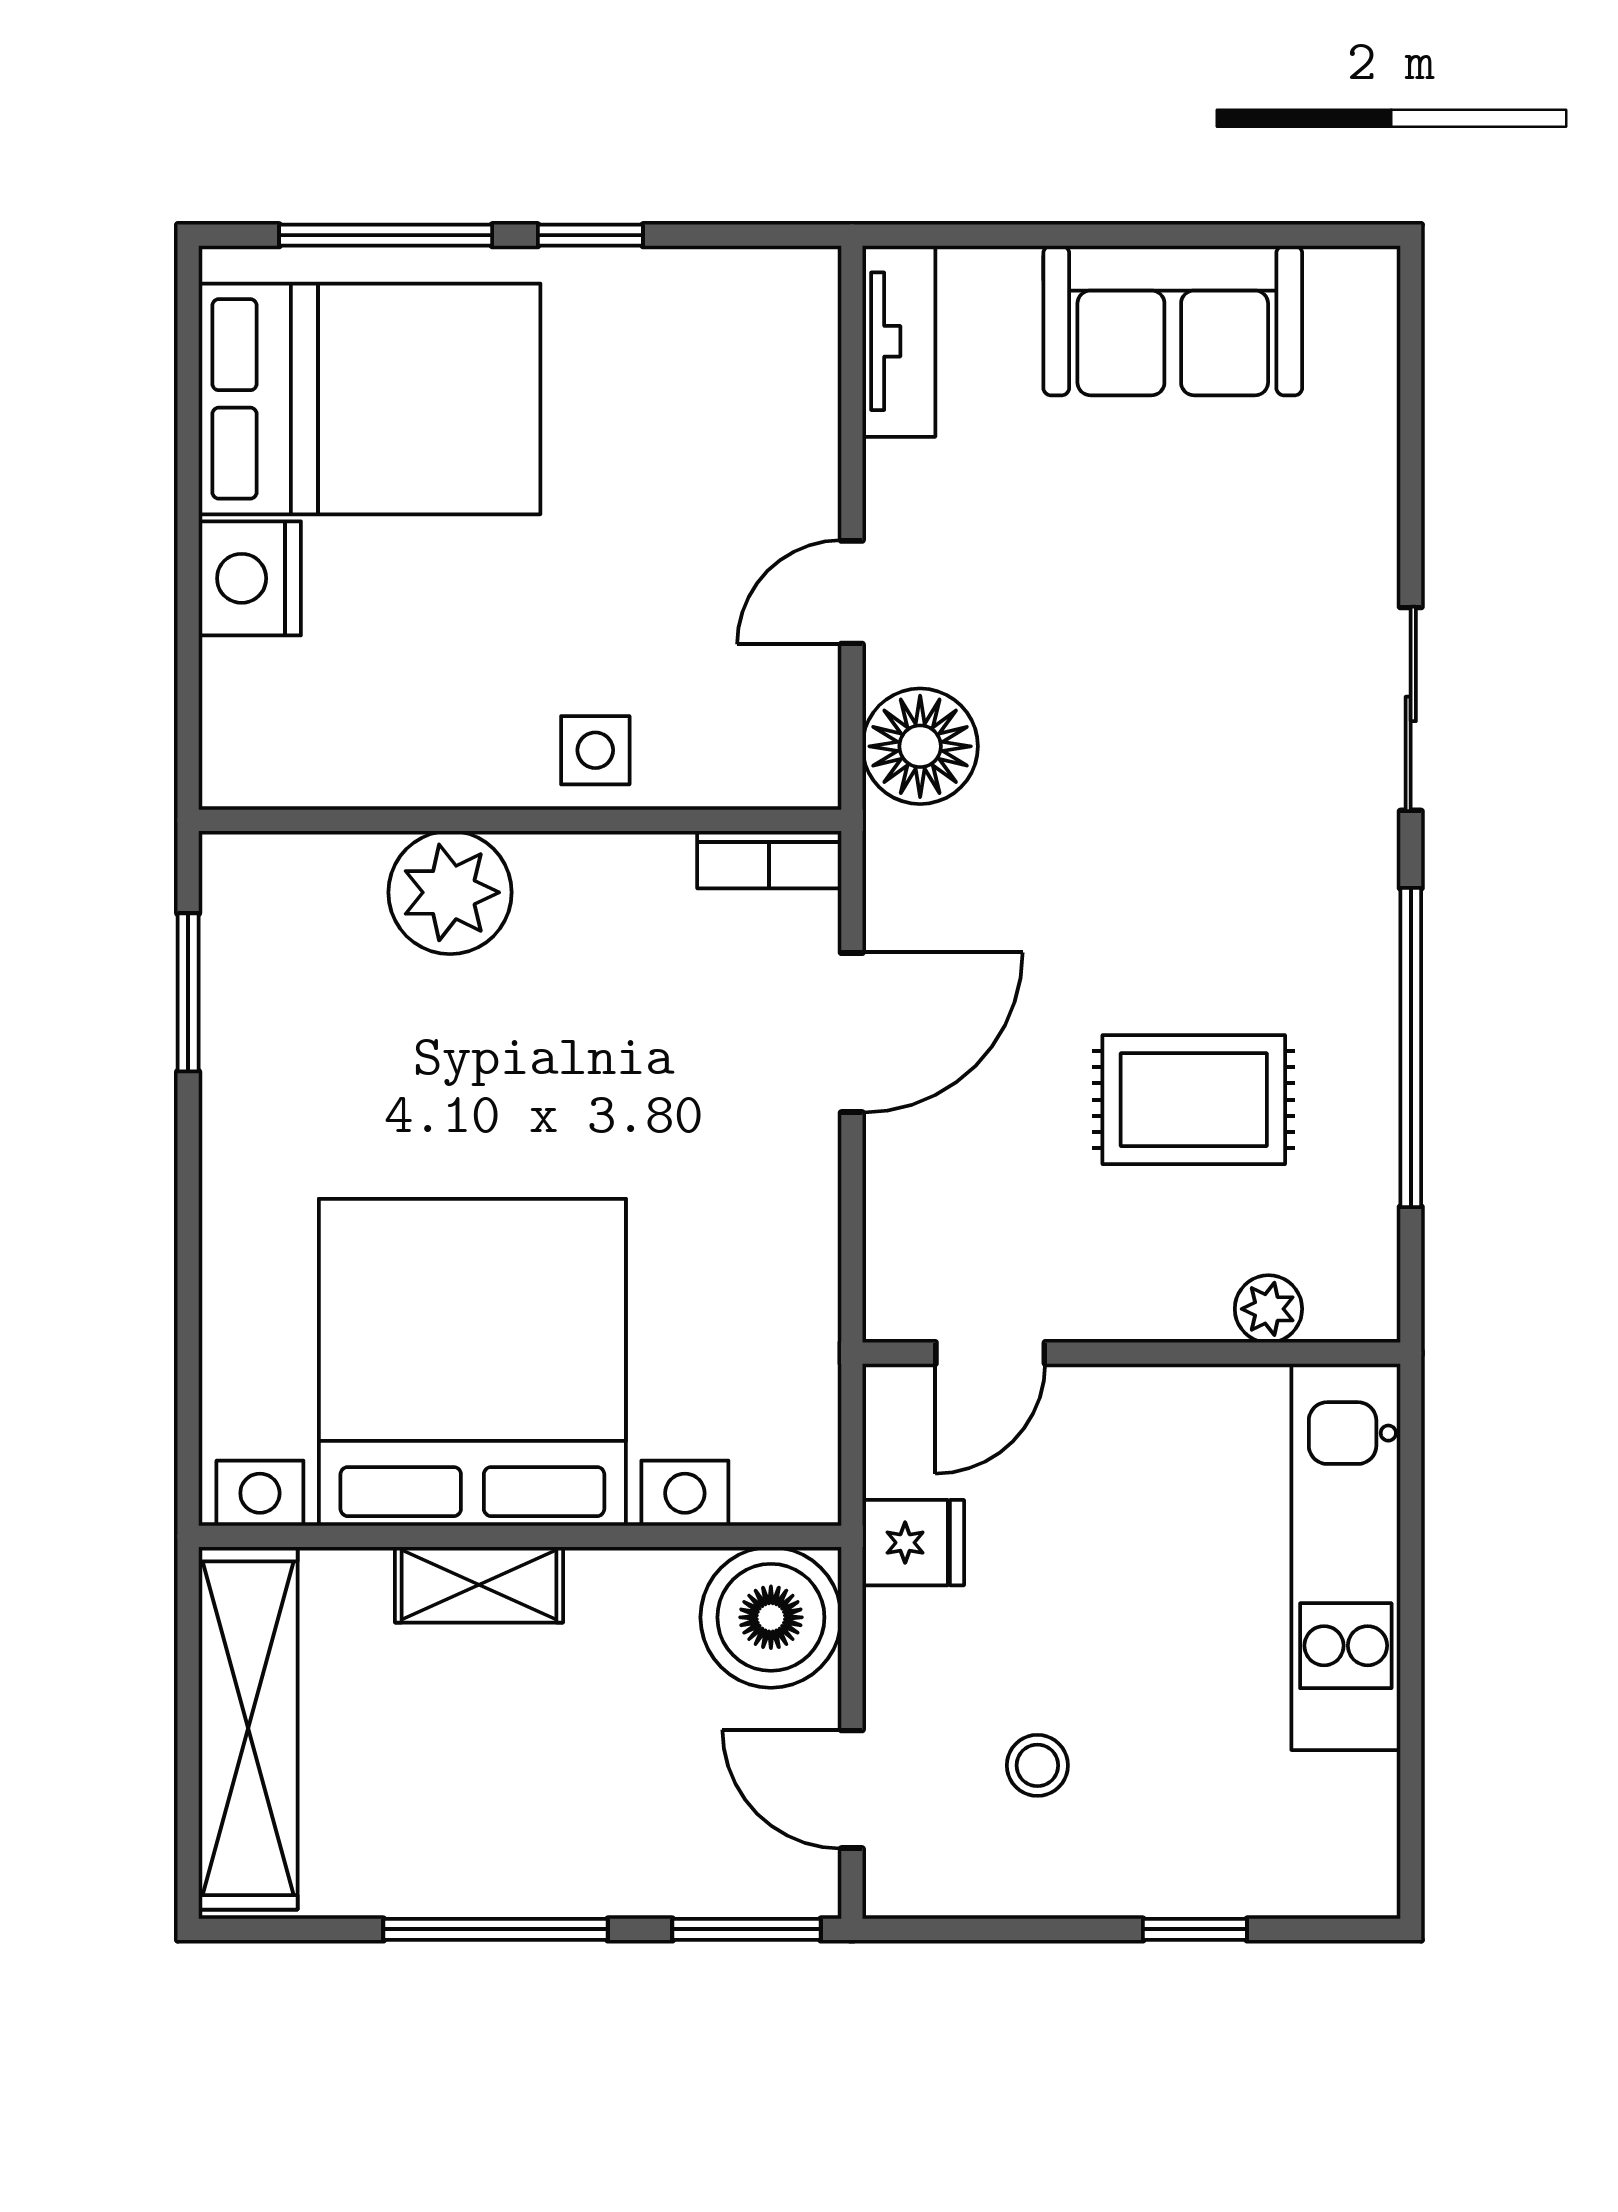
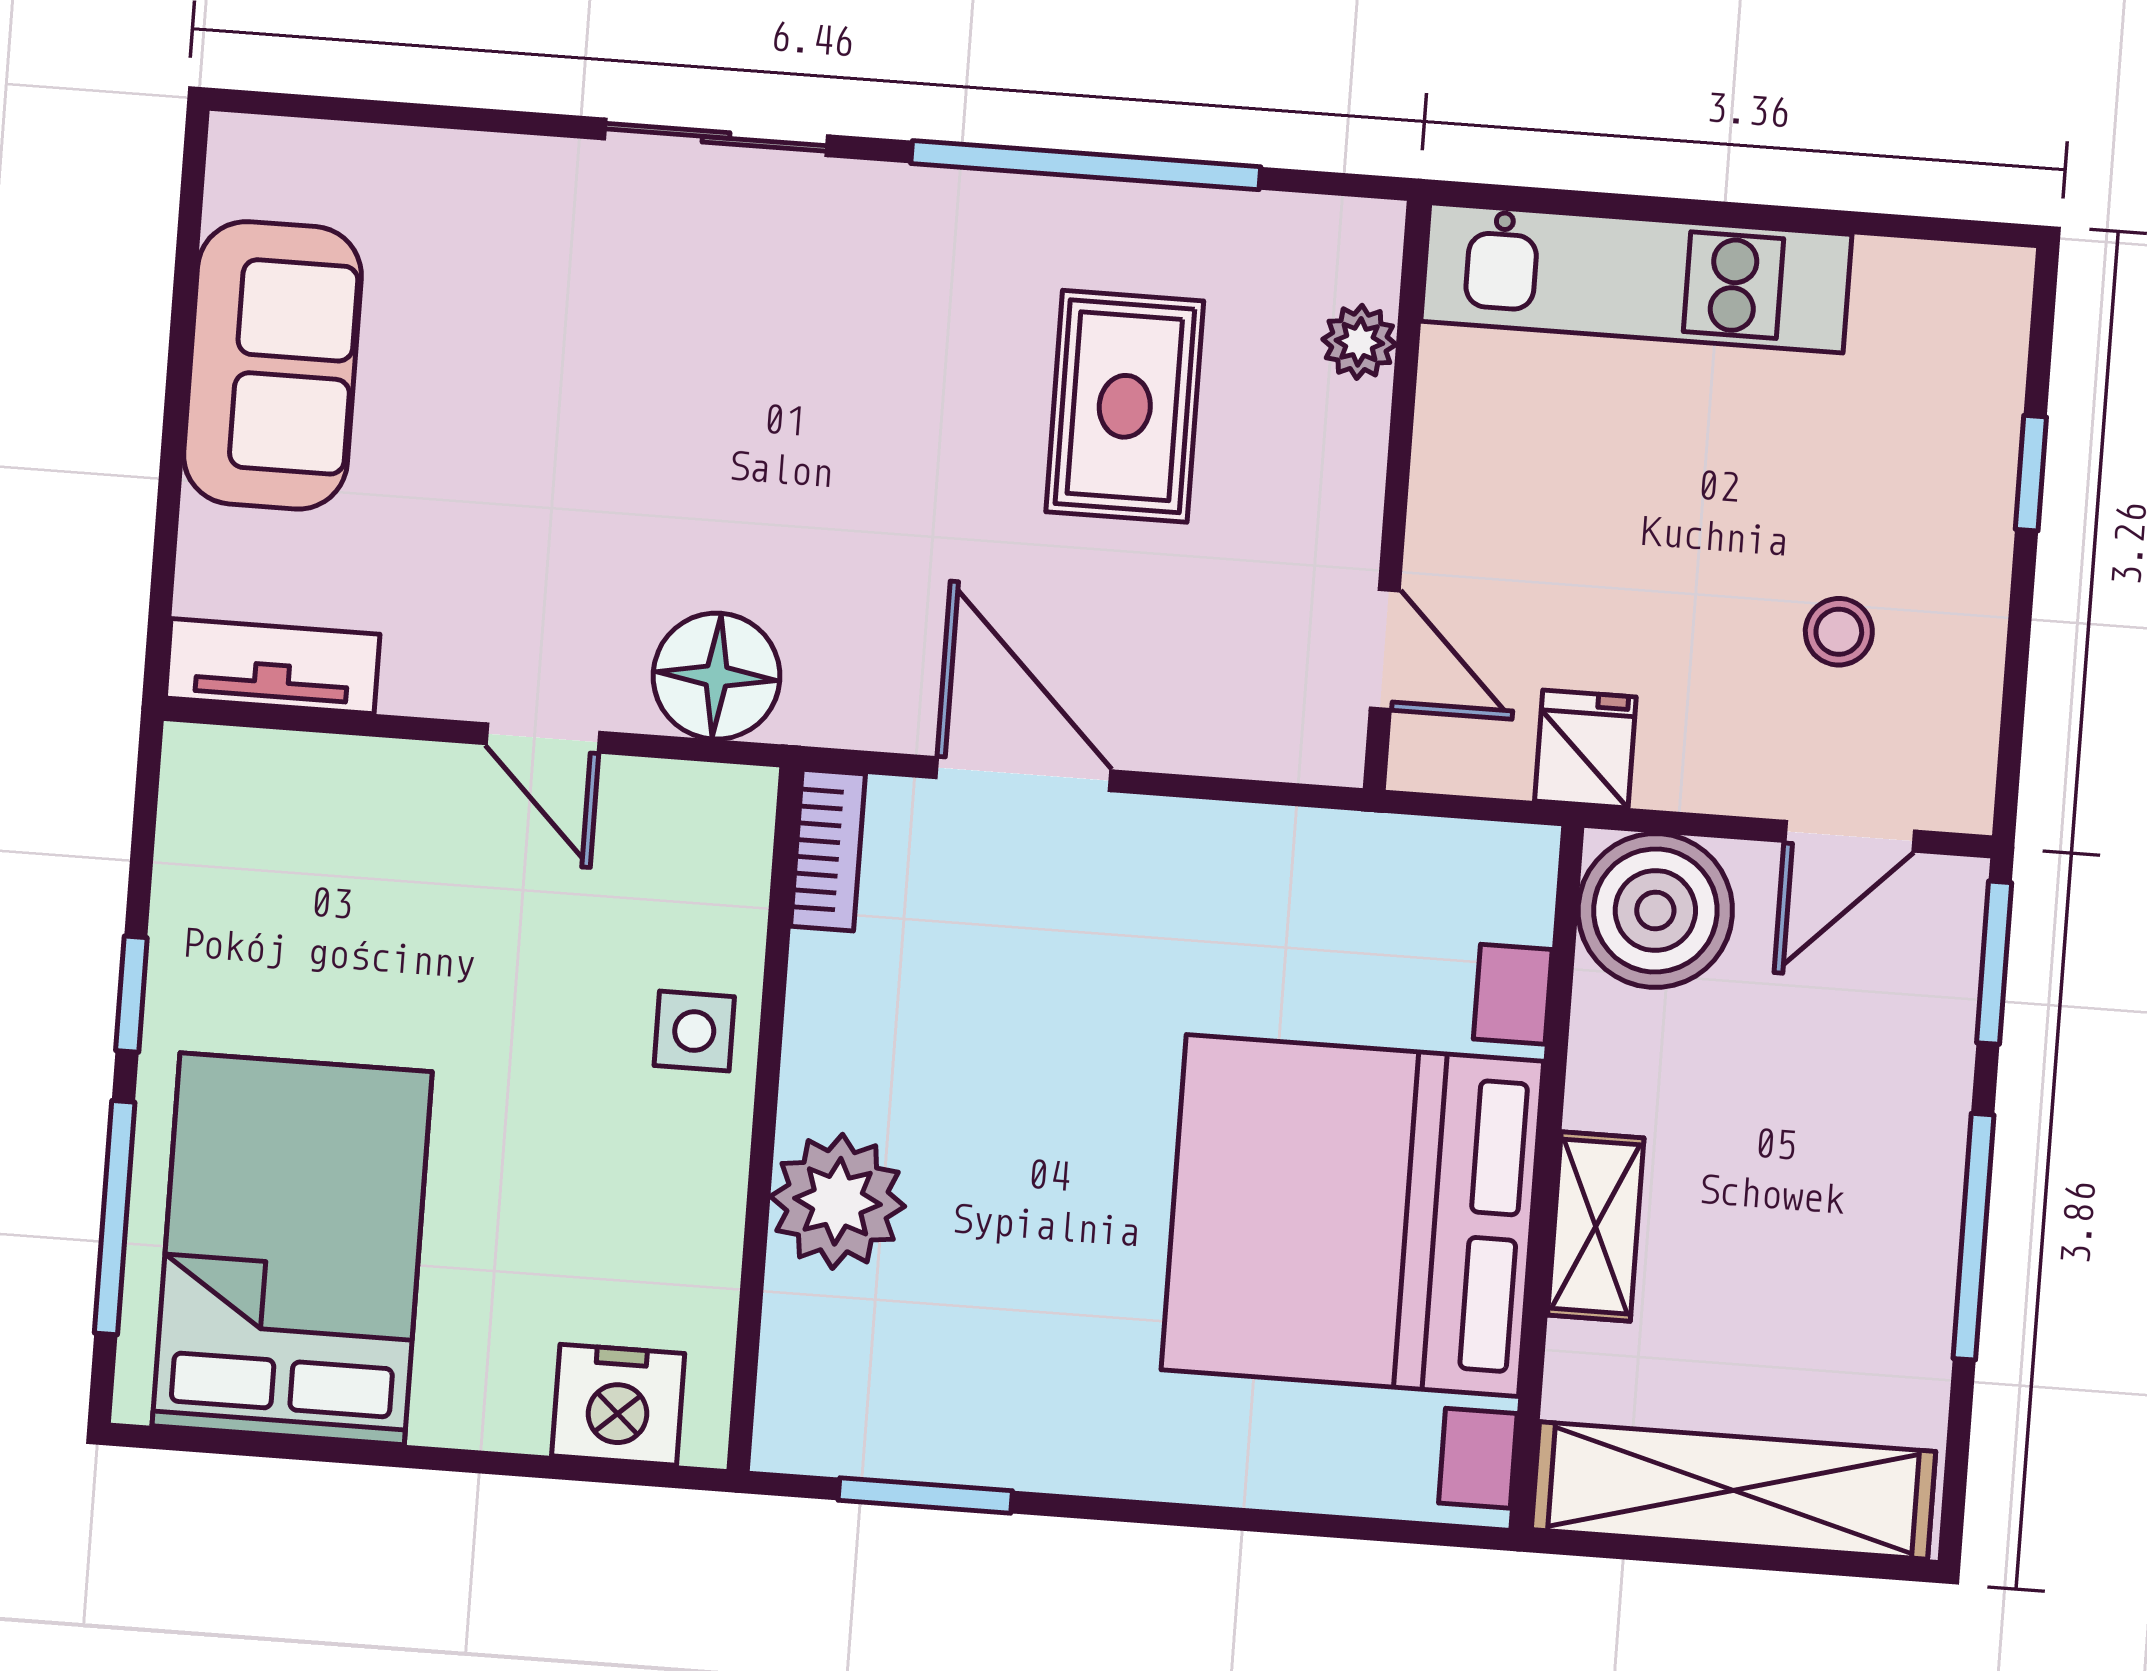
nightstand: (250, 578) -> (618, 1405), moved

